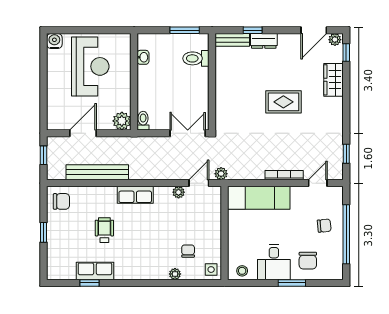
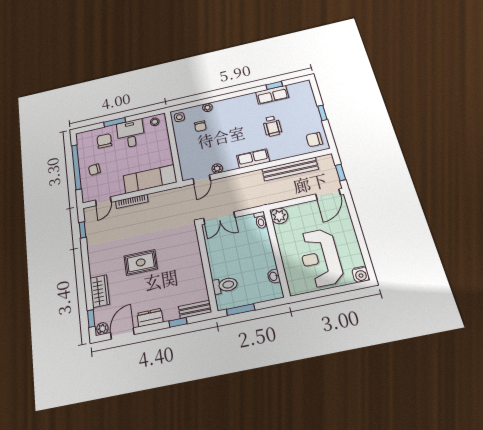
dresser: (264, 41) -> (150, 318), moved
door: (83, 133) -> (328, 195), moved
plant: (221, 174) -> (184, 191), removed

